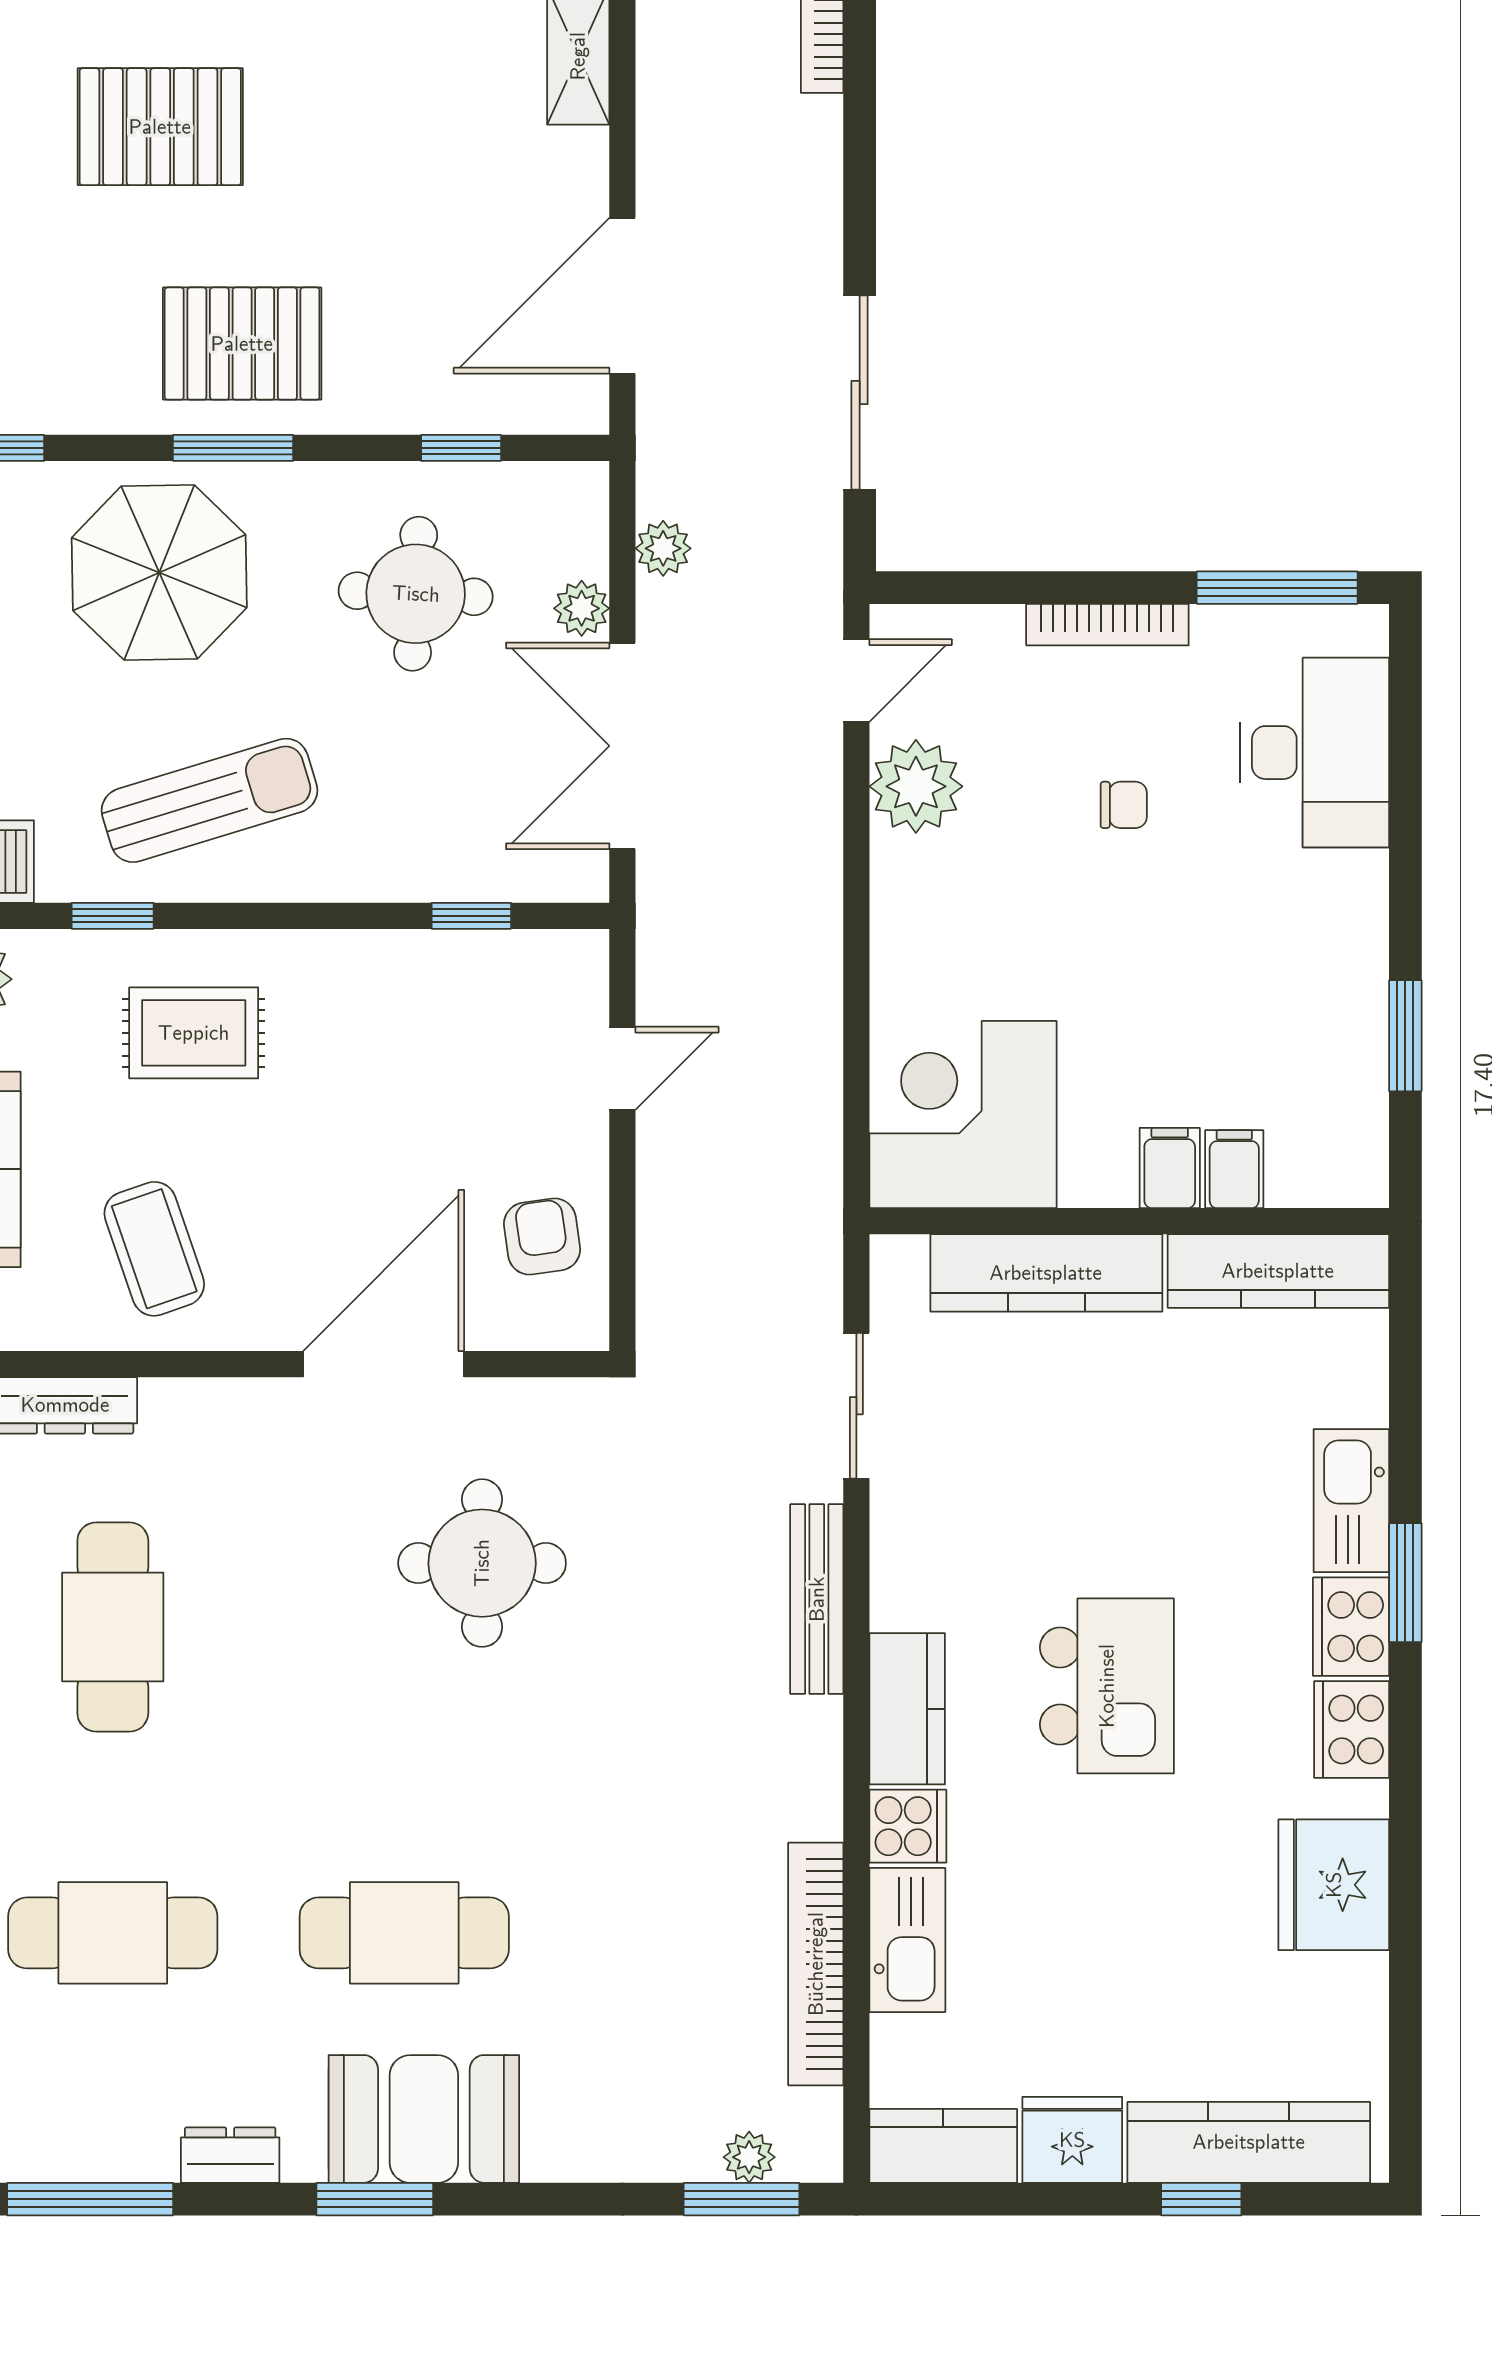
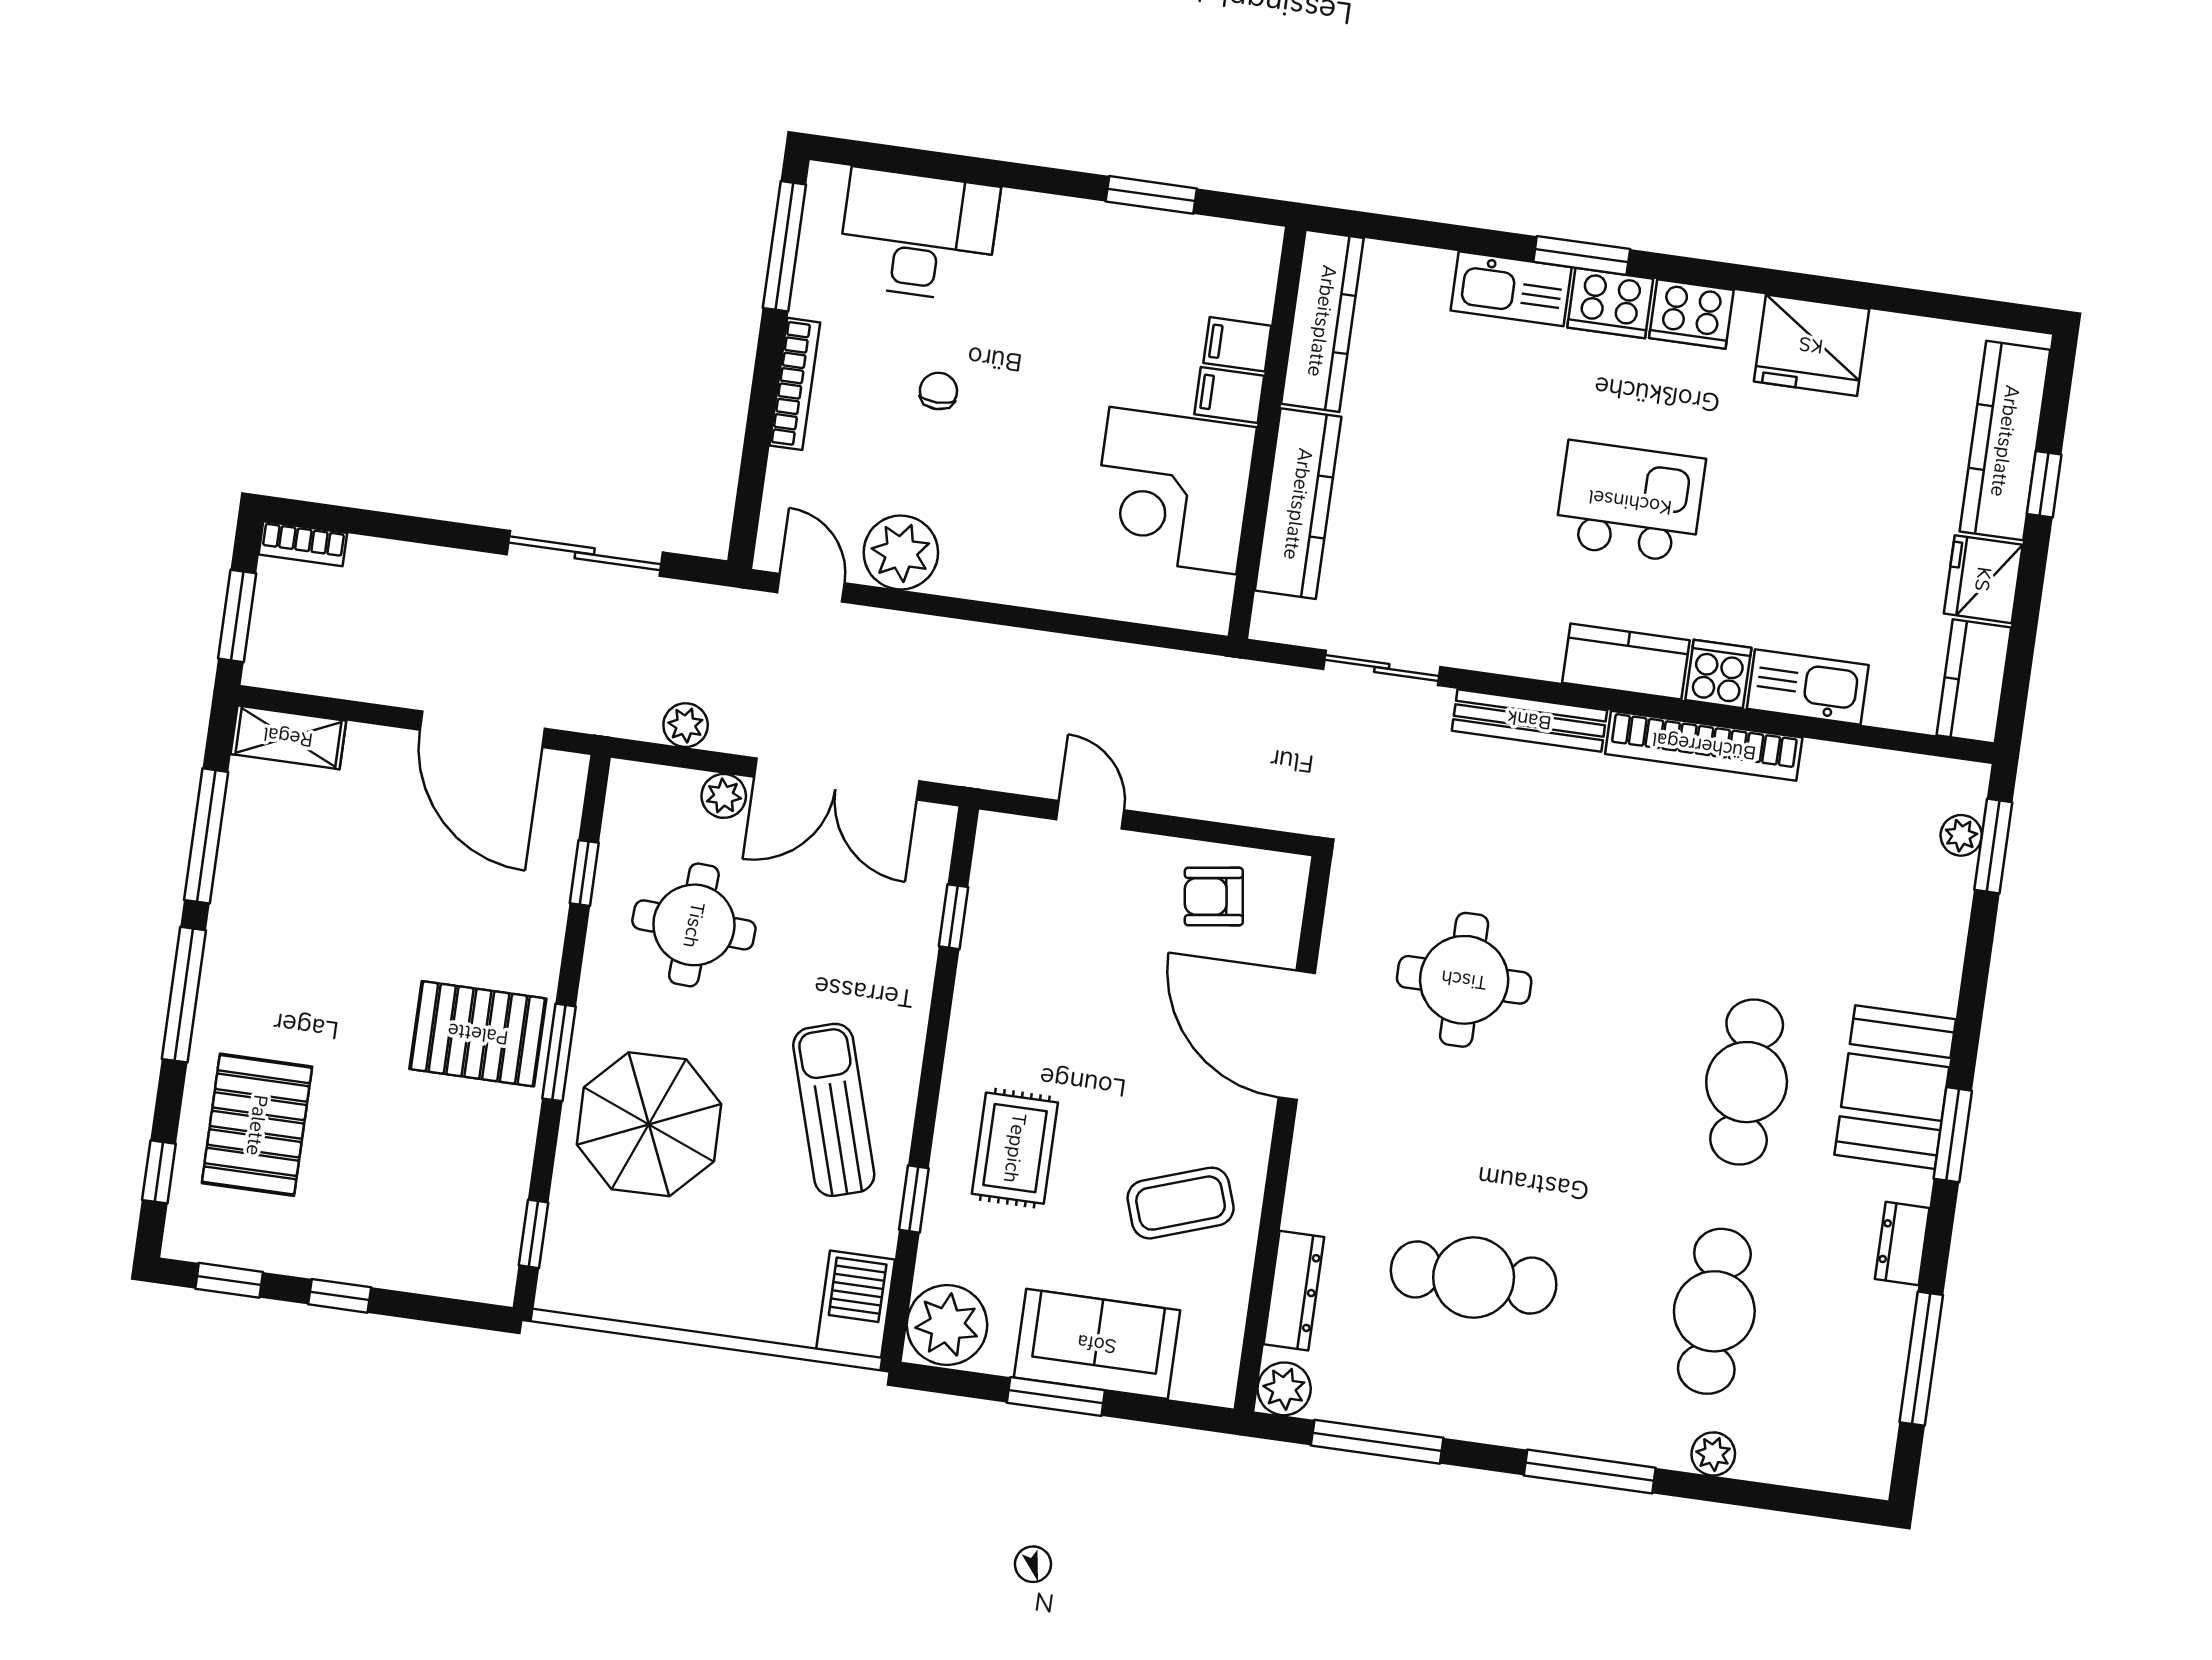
pallet: (160, 127) -> (257, 1125), moved
pallet: (242, 344) -> (478, 1034), turned 90
corner desk: (963, 1115) -> (1173, 491), moved
bookcase: (816, 1964) -> (1704, 746), moved

